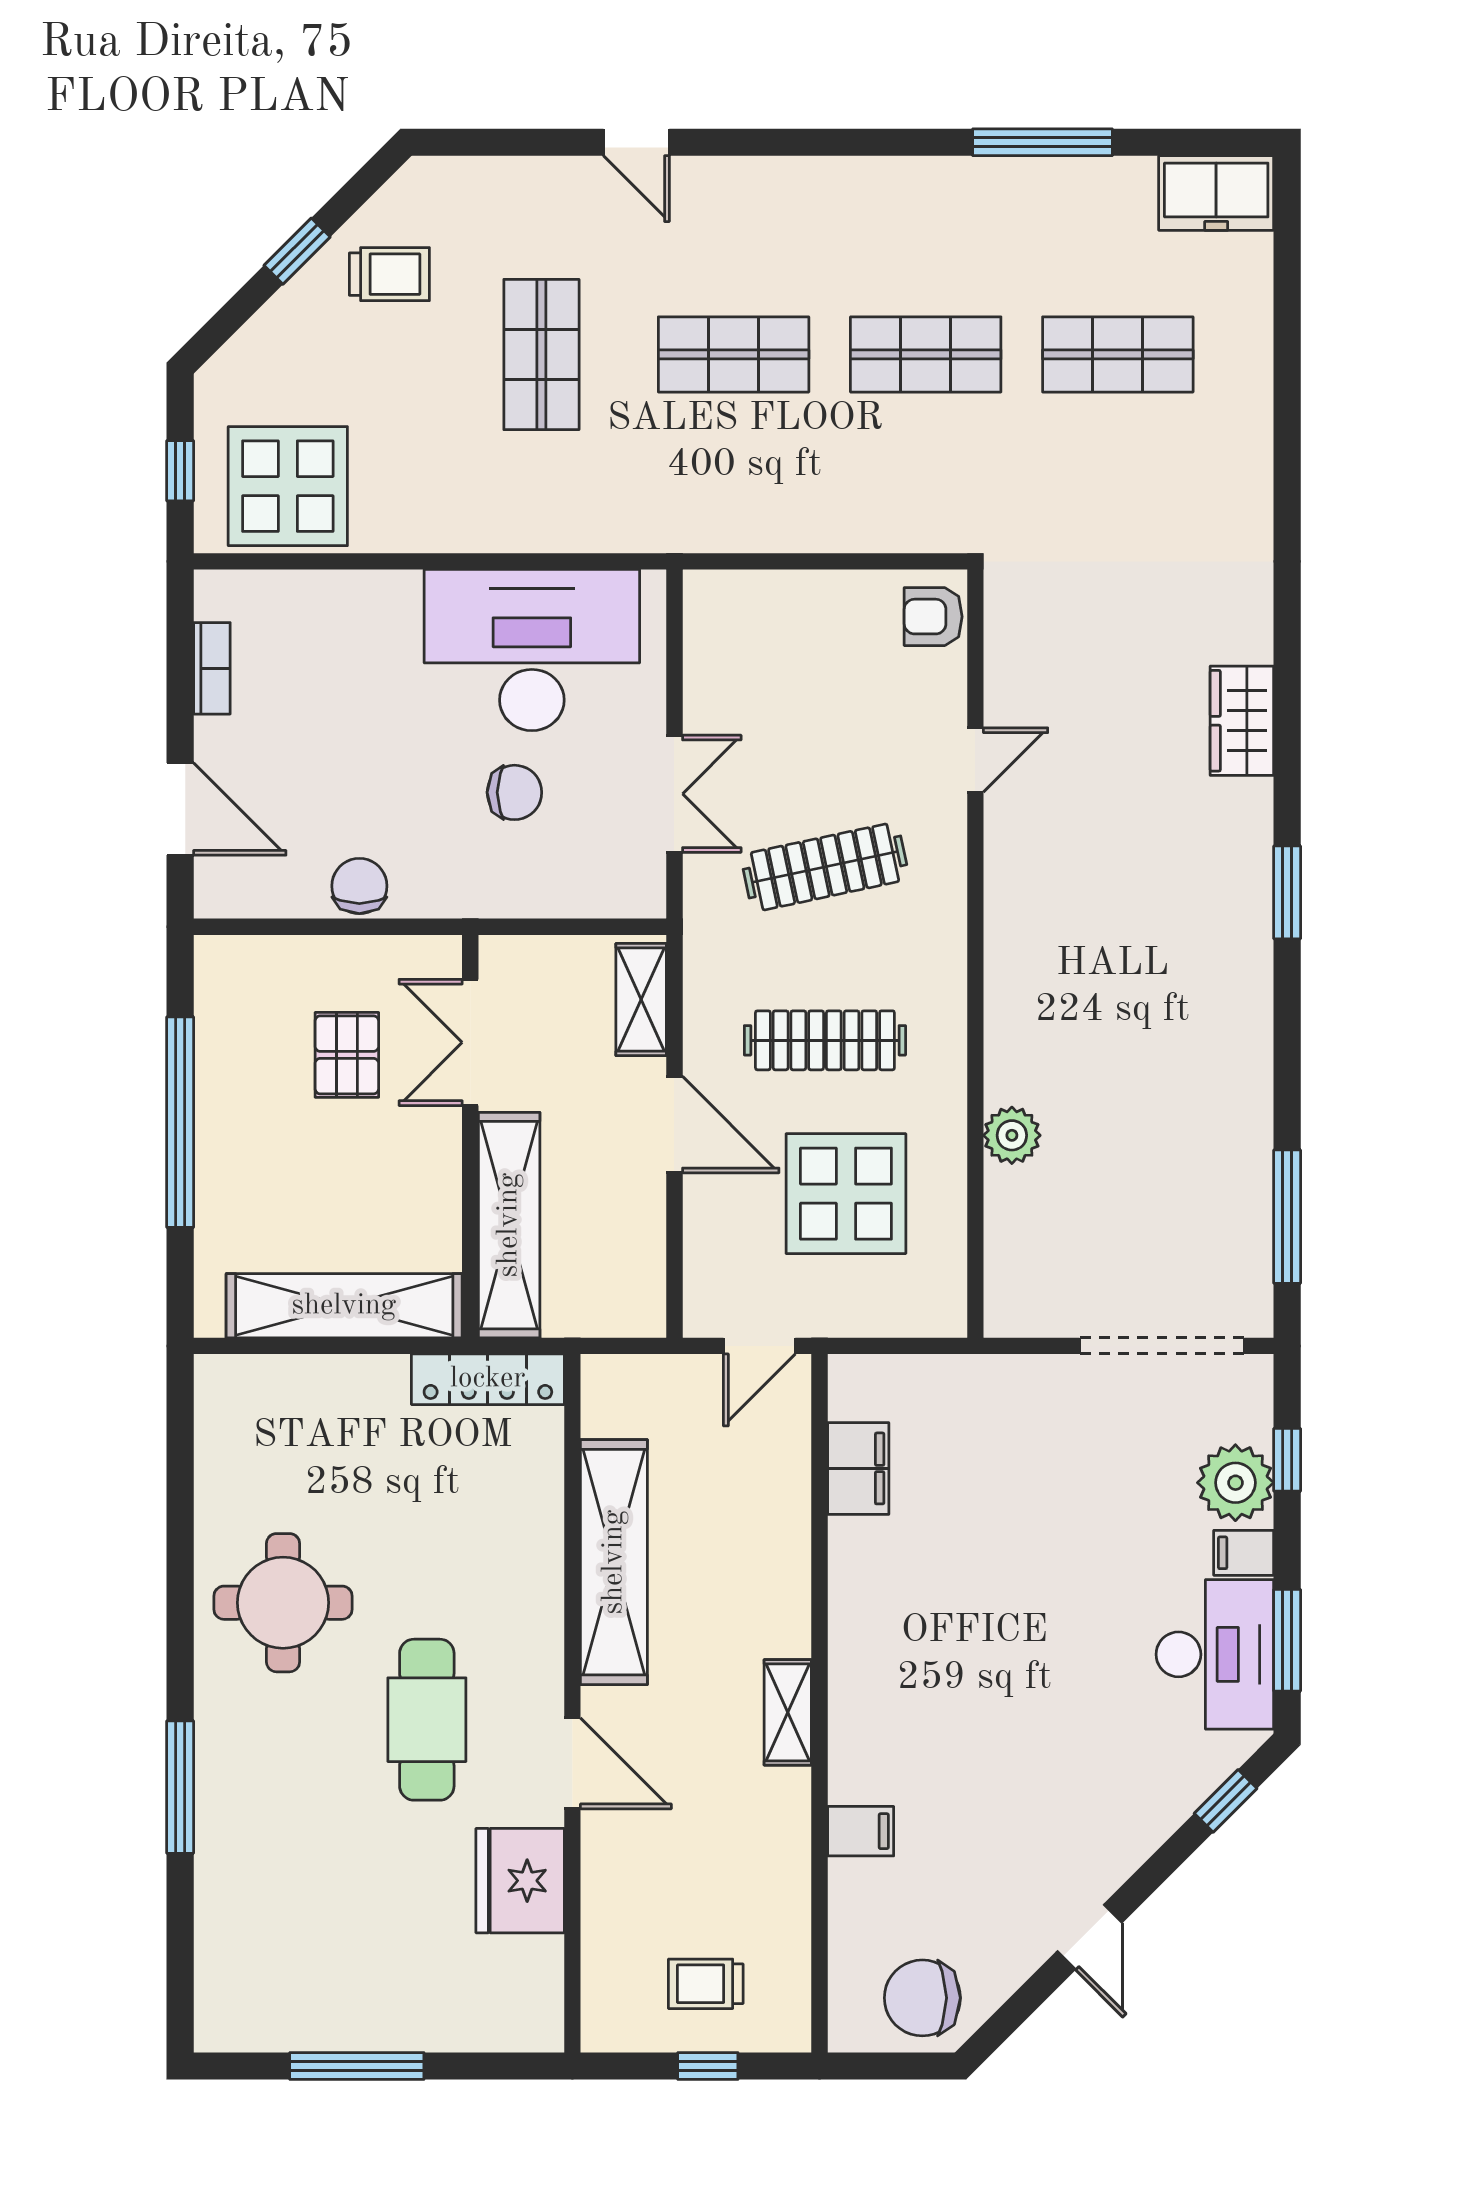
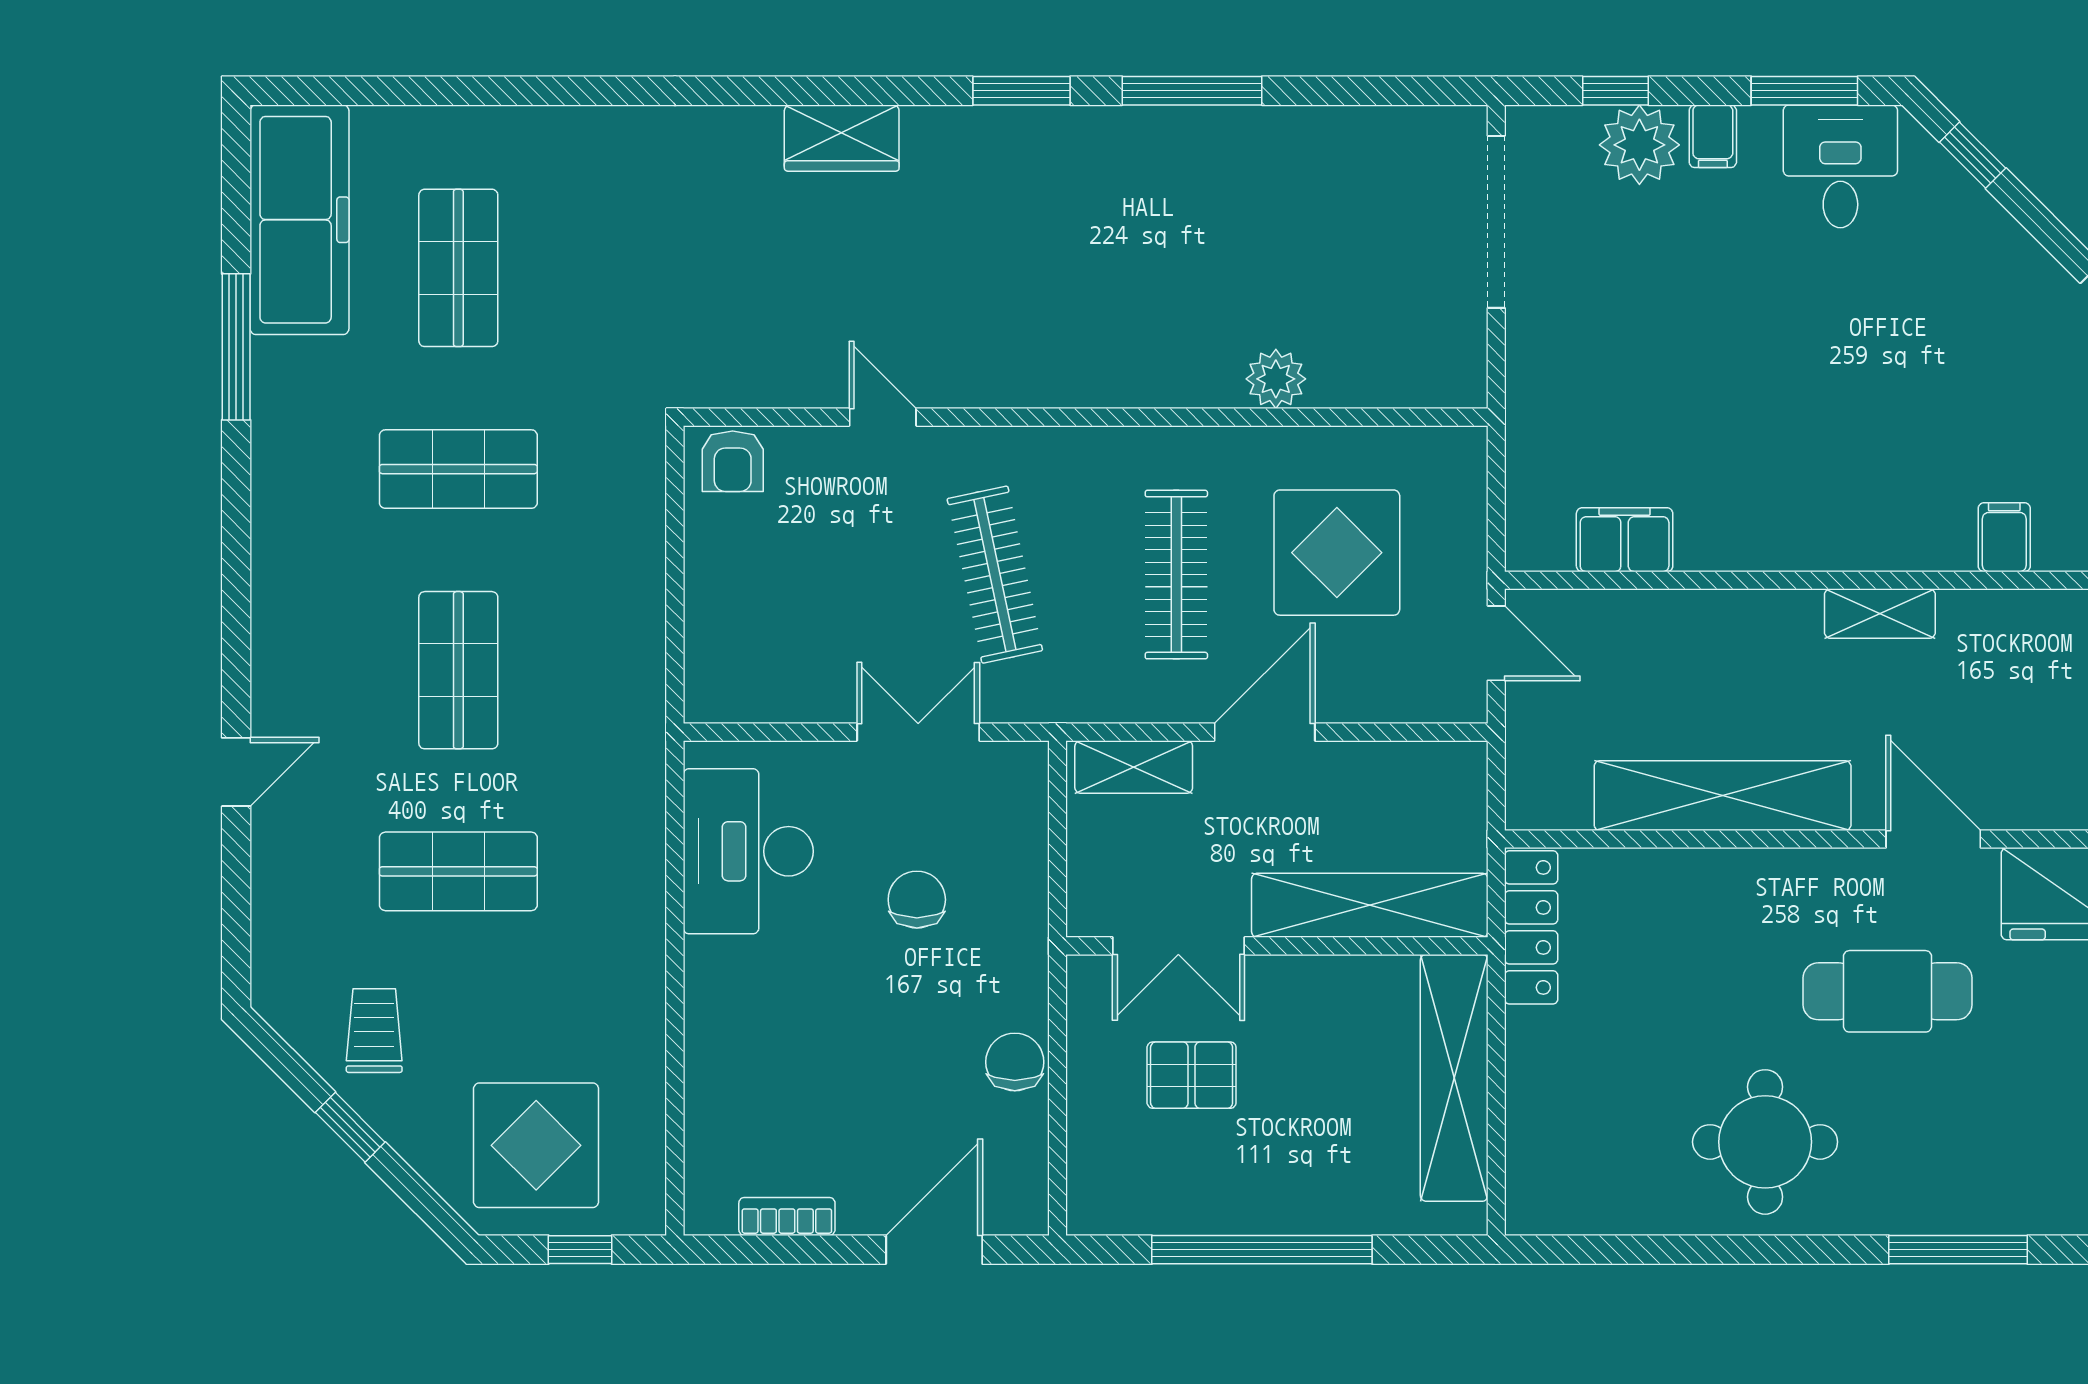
freezer: (1216, 193) -> (299, 220), width x1.91, depth x1.26
shop shelf: (926, 354) -> (458, 469), turned 90
display table: (288, 486) -> (536, 1145), moved
desk: (532, 650) -> (748, 851), width x0.73, depth x0.77
chair: (359, 886) -> (1015, 1062), turned 90
window: (1287, 1217) -> (1192, 91), moved
desk: (1215, 1654) -> (1840, 166), width x0.73
door: (572, 1763) -> (1933, 839), hinge flipped

